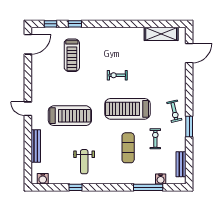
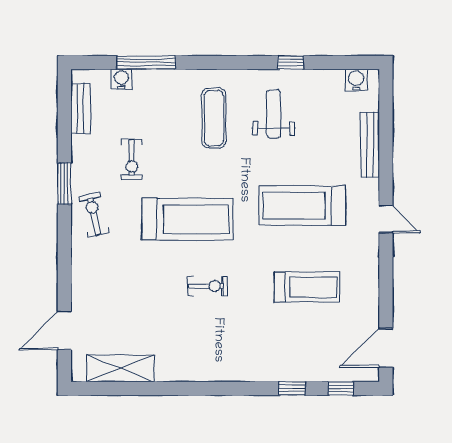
treadmill: (72, 55) -> (307, 287), moved, turned 90
exercise mat: (128, 148) -> (214, 118), moved

